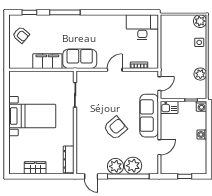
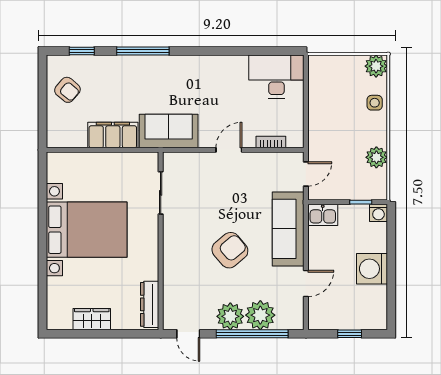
bed with nightstands: (32, 116) -> (87, 230), width x1.36
washing machine: (202, 134) -> (372, 269), width x1.89, depth x1.89

